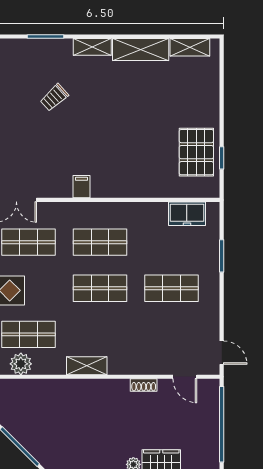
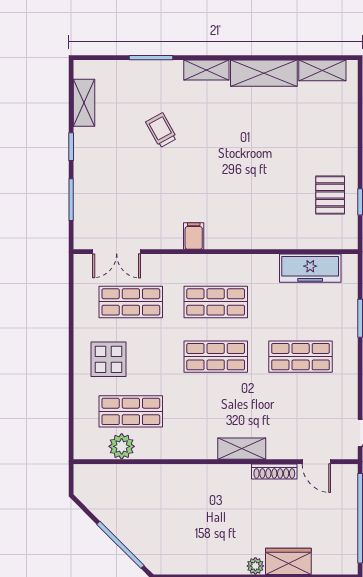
trolley: (54, 98) -> (161, 130), turned 103
pallet: (196, 152) -> (330, 195), width x0.67, depth x0.71
freezer: (187, 214) -> (310, 268), width x1.40
shelving: (87, 366) -> (242, 449), moved
shoe rack: (144, 385) -> (274, 472), width x1.43

